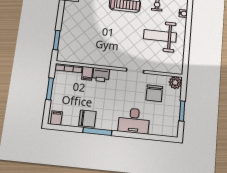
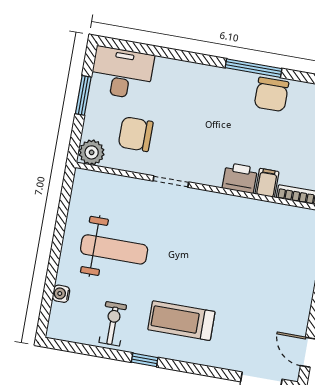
chair: (154, 93) -> (136, 134), turned -90
chair: (87, 119) -> (271, 94), turned -90
desk: (134, 121) -> (122, 73), moved

